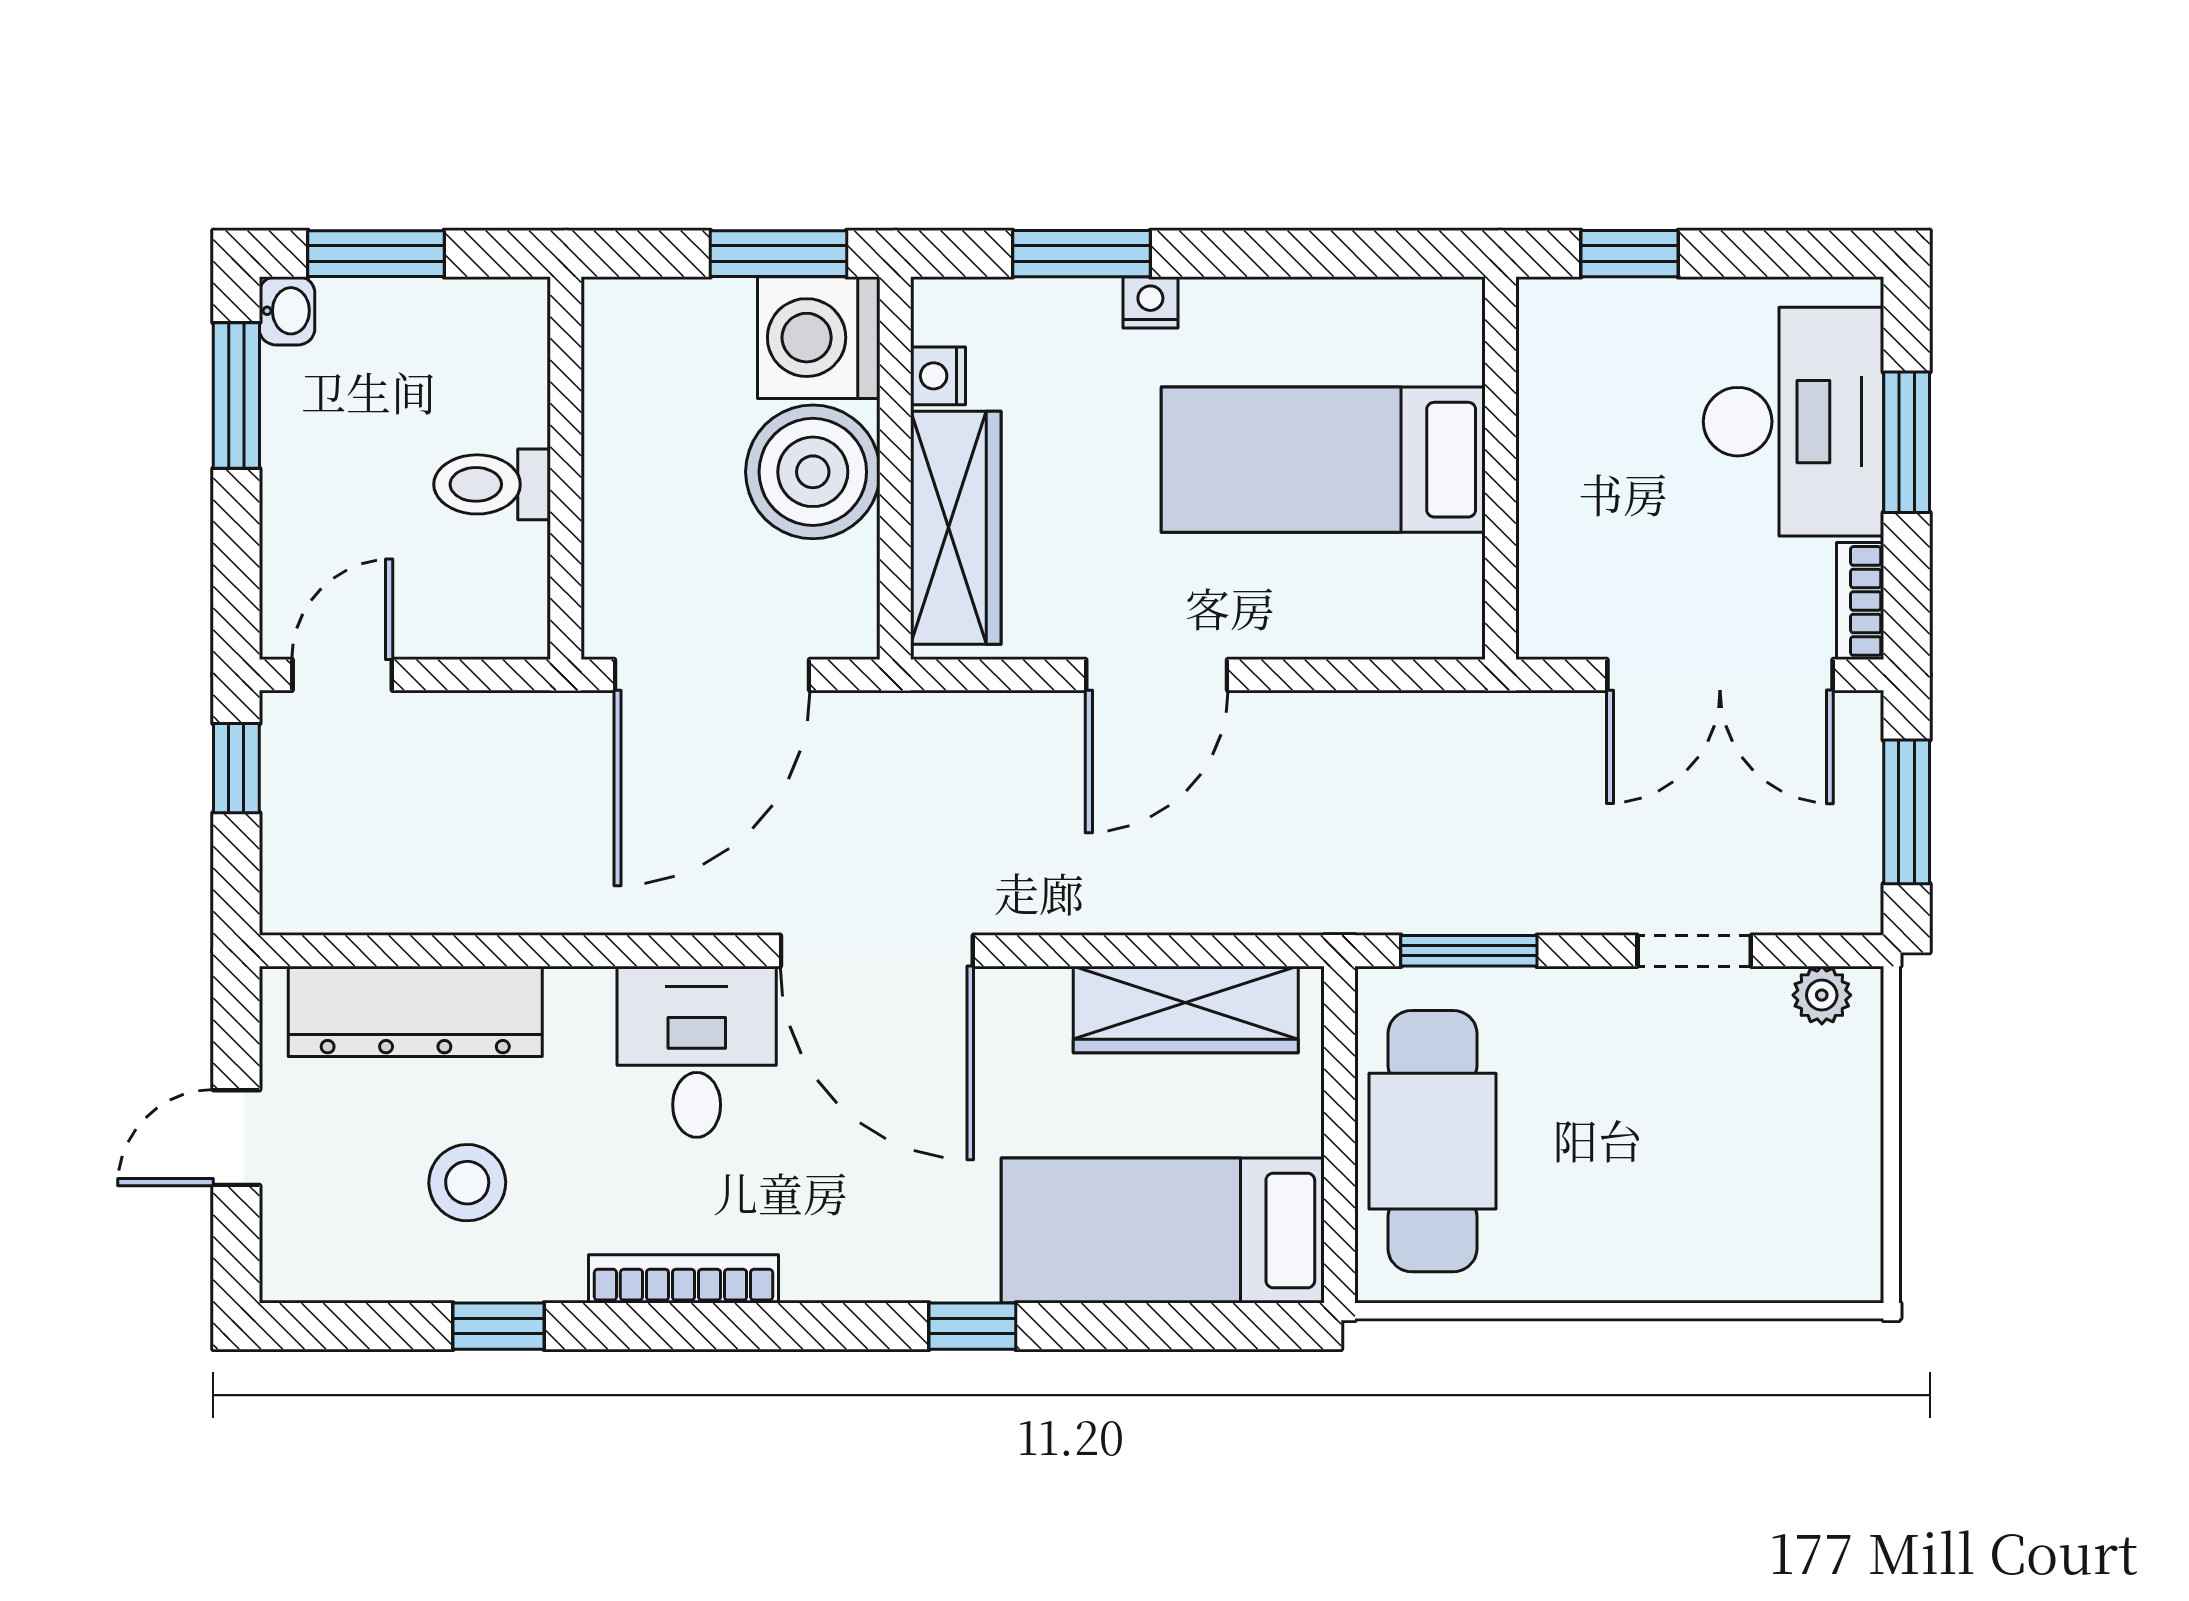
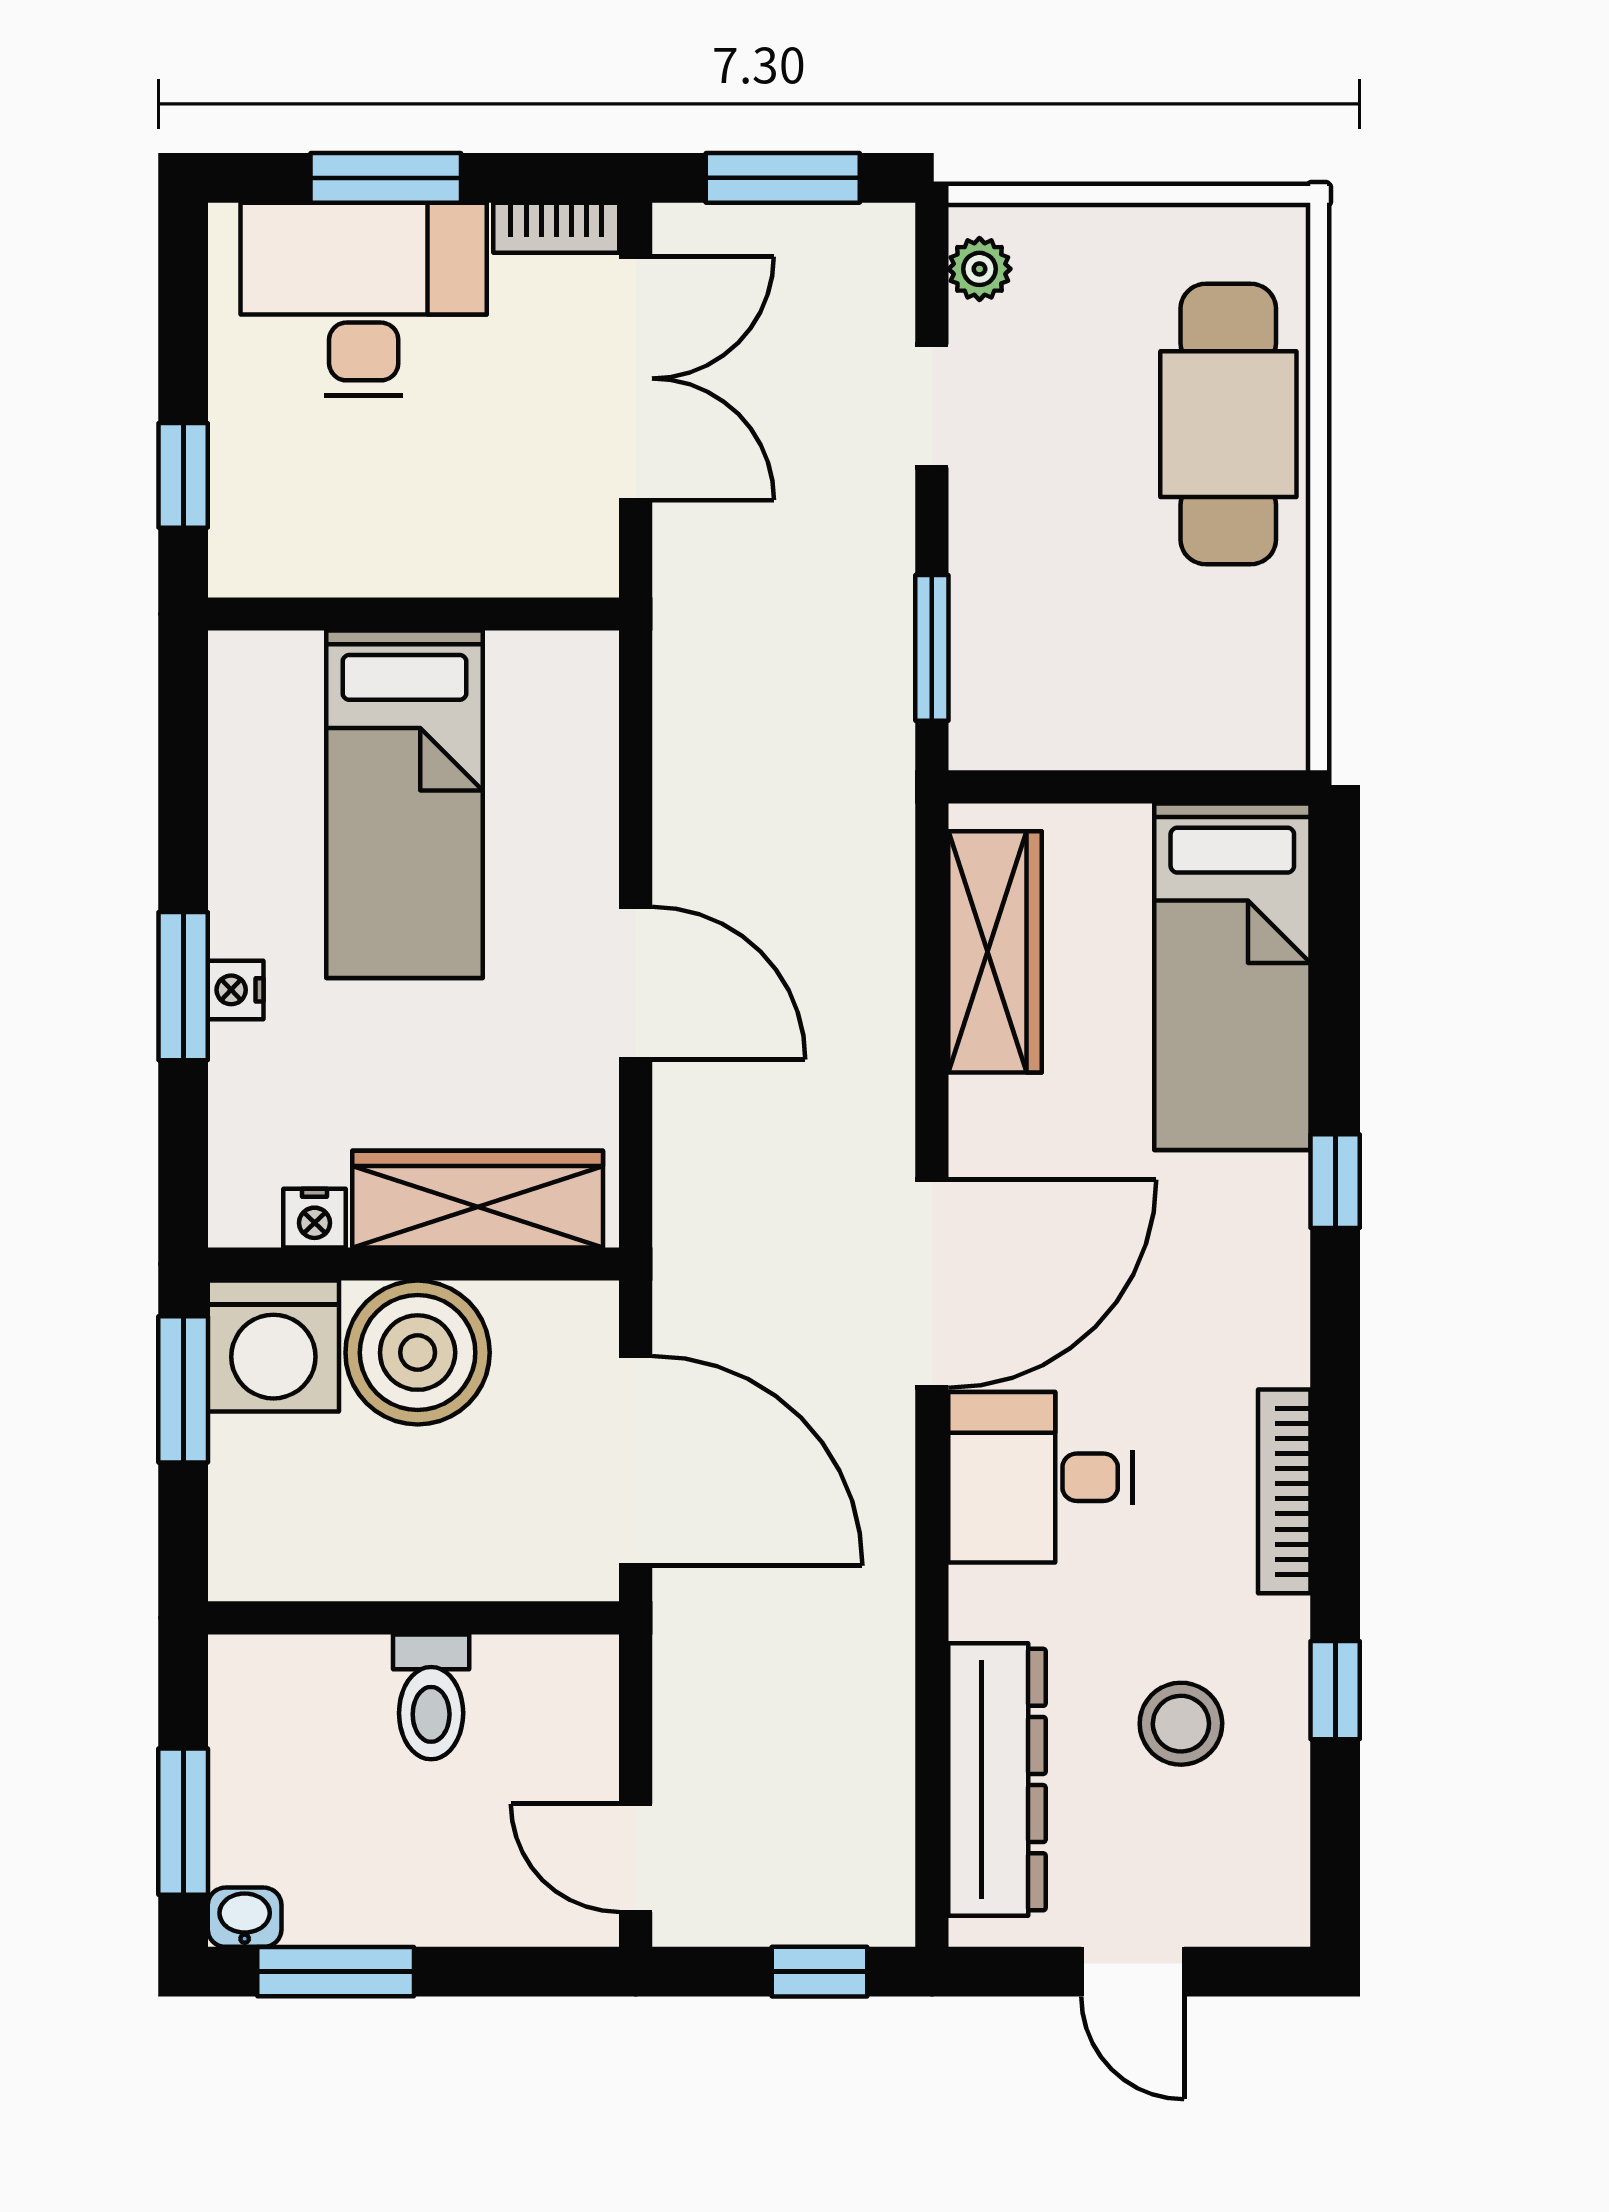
window: (1082, 254) -> (183, 986), moved
window: (236, 768) -> (820, 1972), moved
cafe table: (1432, 1141) -> (1228, 424), moved, turned 90

